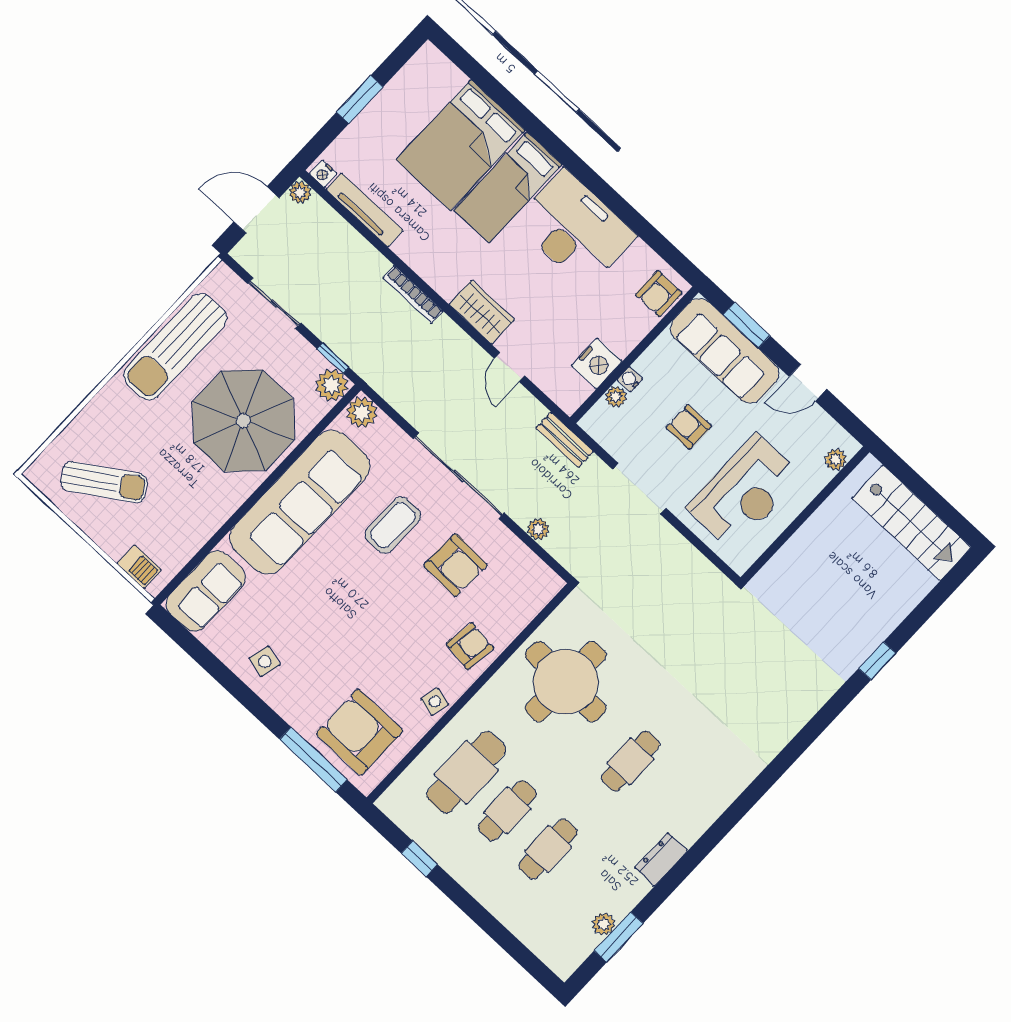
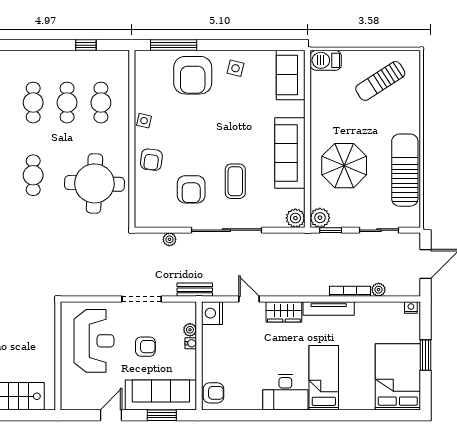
bed: (461, 145) -> (398, 377), moved
plant: (300, 192) -> (379, 290), moved
tv unit: (365, 210) -> (329, 309), moved
desk: (575, 229) -> (285, 392), width x0.73, depth x0.77
bookcase: (413, 294) -> (350, 291), moved
armchair: (659, 294) -> (213, 393), turned 90
nightstand: (597, 364) -> (212, 313), moved
parasol: (243, 421) -> (344, 166), width x0.73, depth x0.73
plant: (836, 460) -> (67, 393), removed
reception desk: (744, 492) -> (94, 341), turned 180
sofa: (300, 502) -> (290, 153), width x0.74, depth x0.79
armchair: (455, 565) -> (191, 189), turned -92
barbecue: (139, 567) -> (326, 60), width x1.38, depth x1.27
armchair: (359, 732) -> (193, 75), moved, turned 90
cafe table: (466, 772) -> (101, 103), width x0.73, depth x0.74

